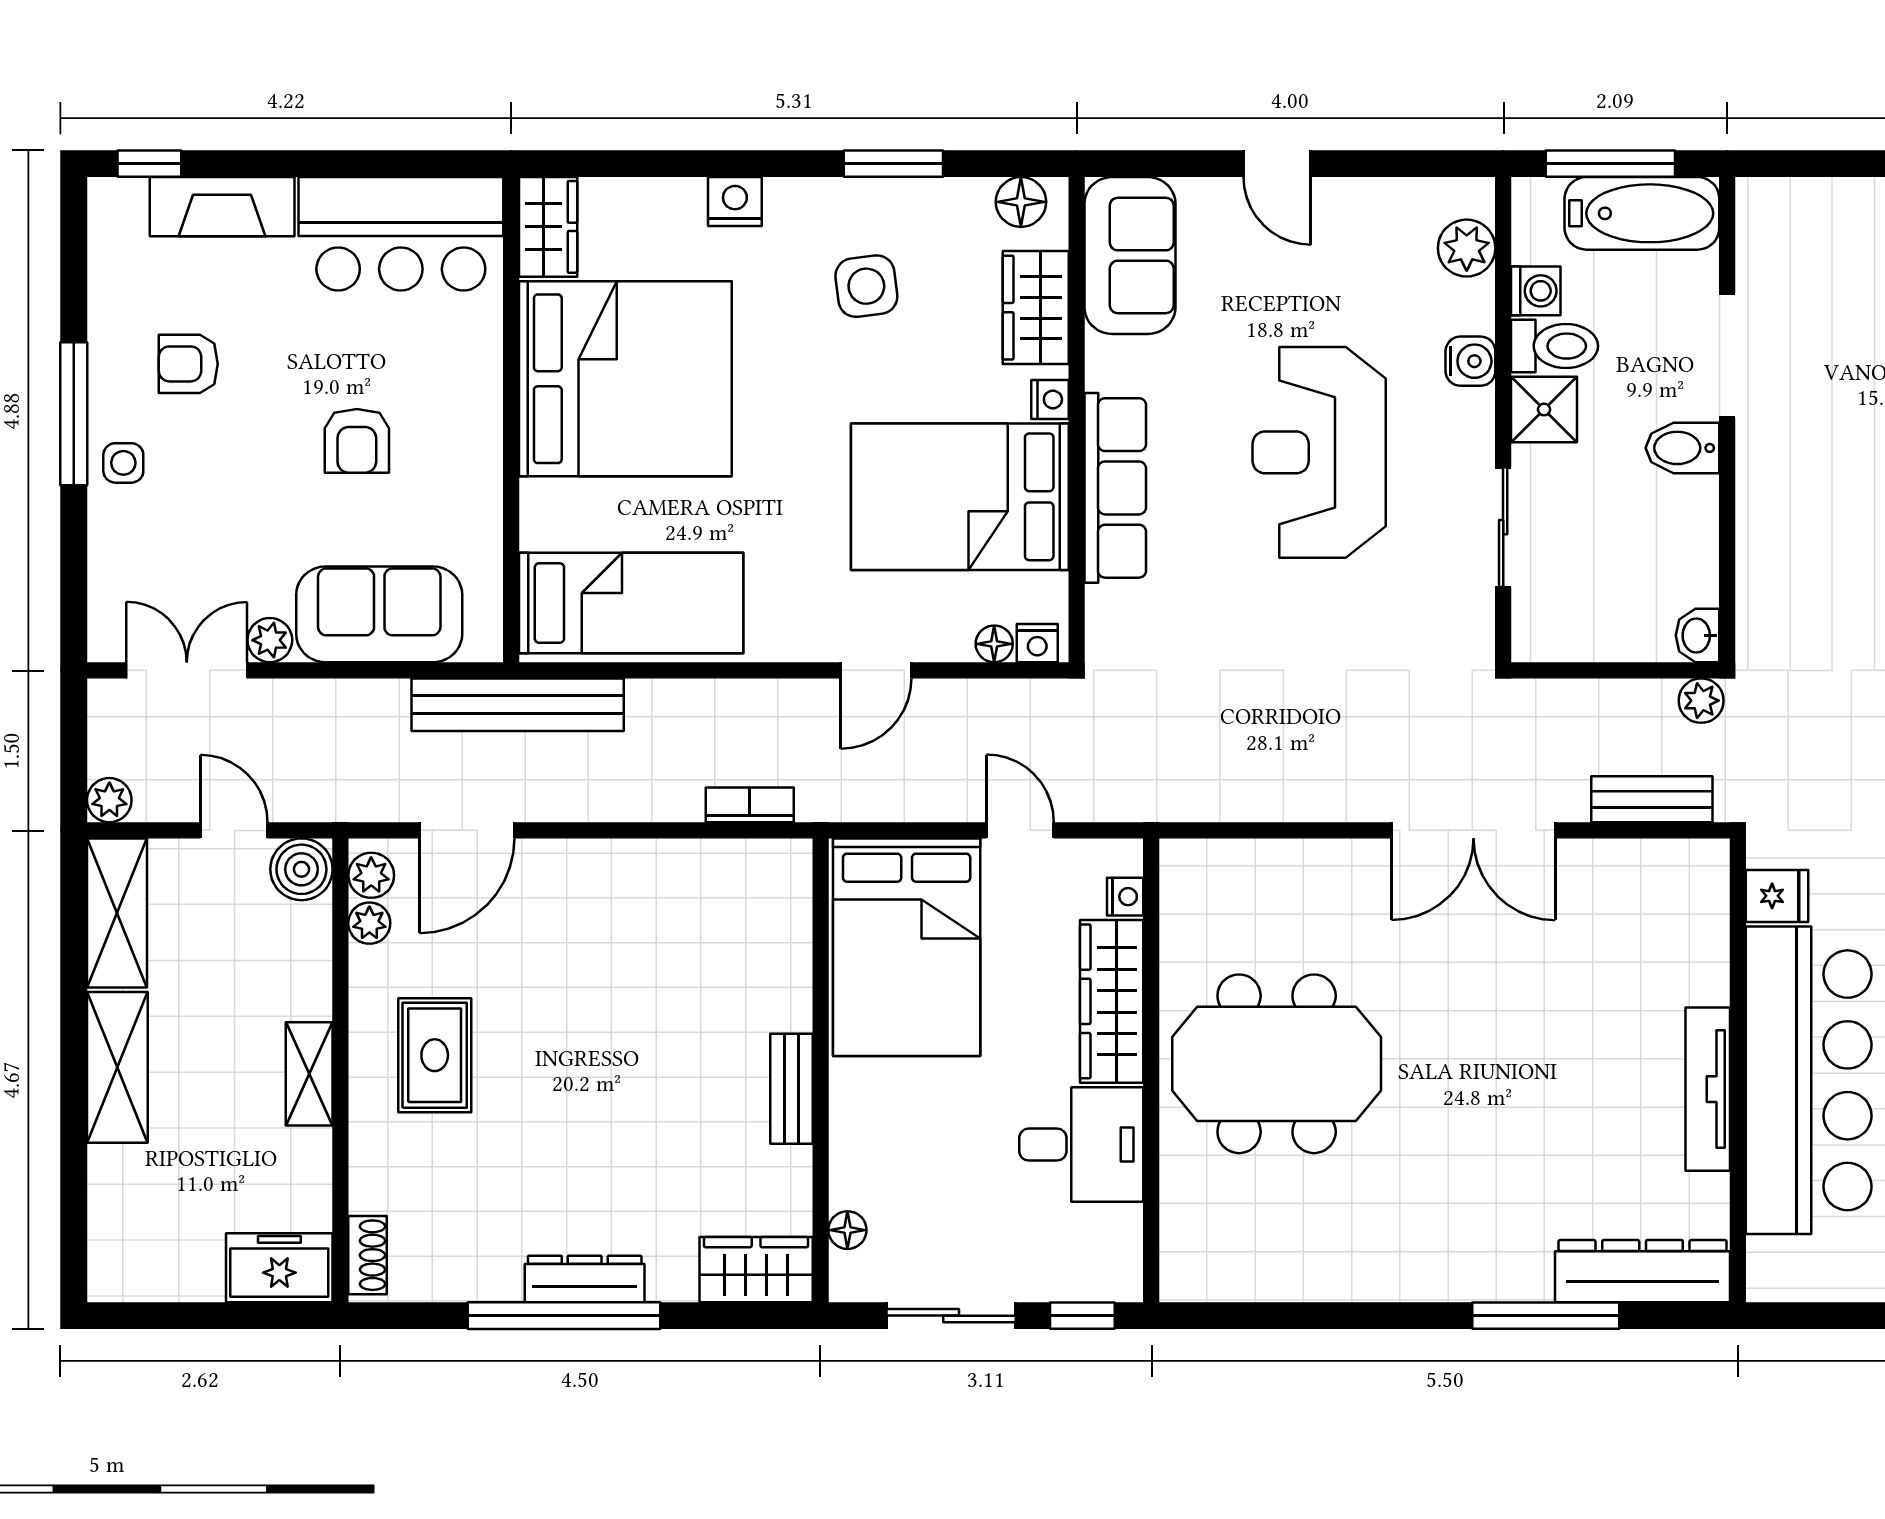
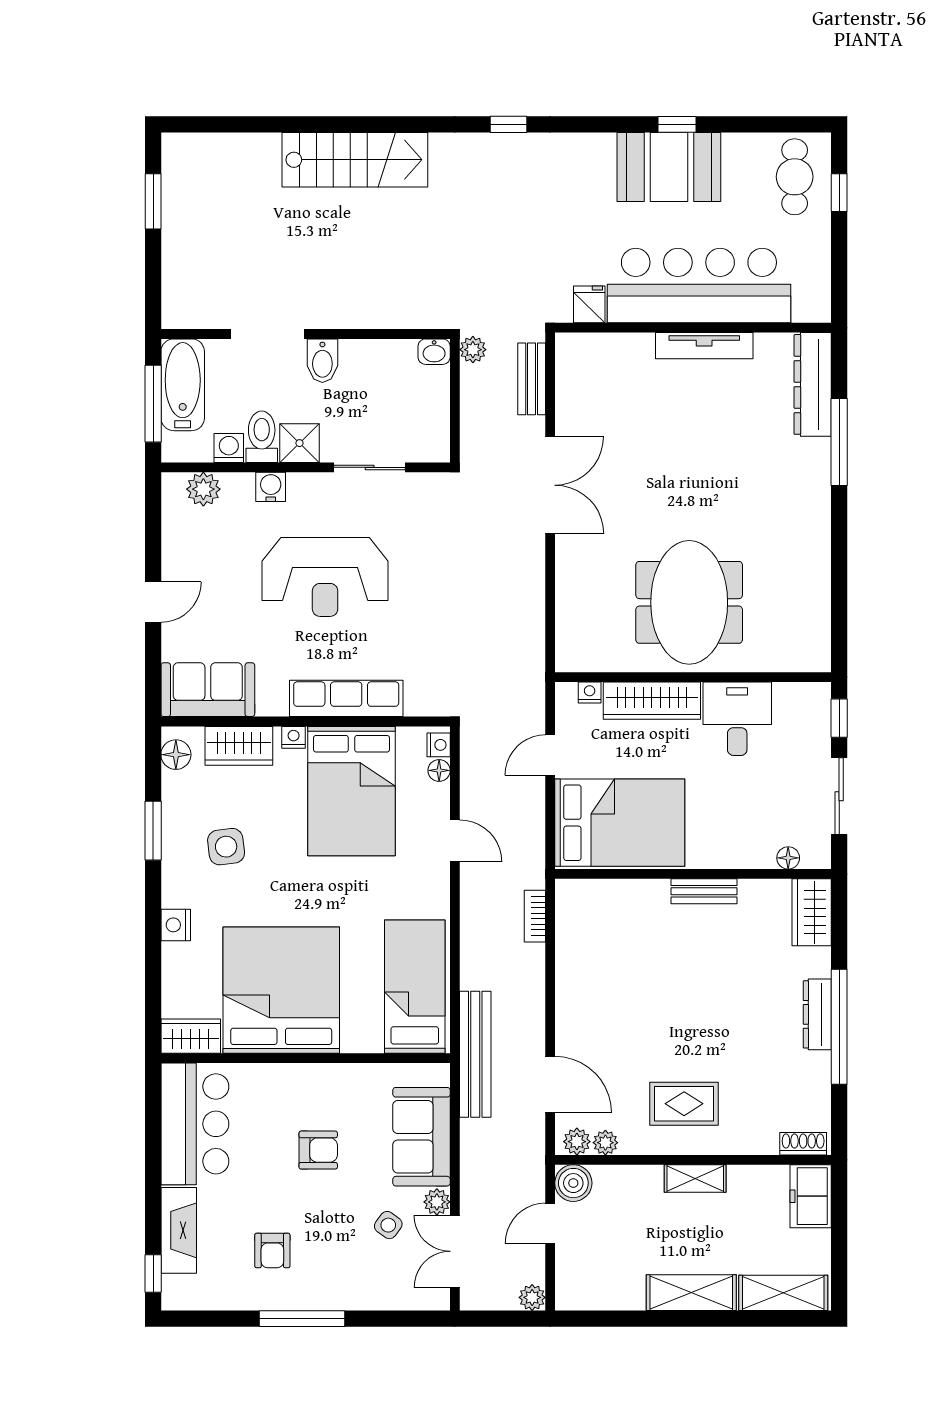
side table: (123, 463) -> (388, 1225), moved, turned 36
shelving: (117, 913) -> (783, 1293), moved

